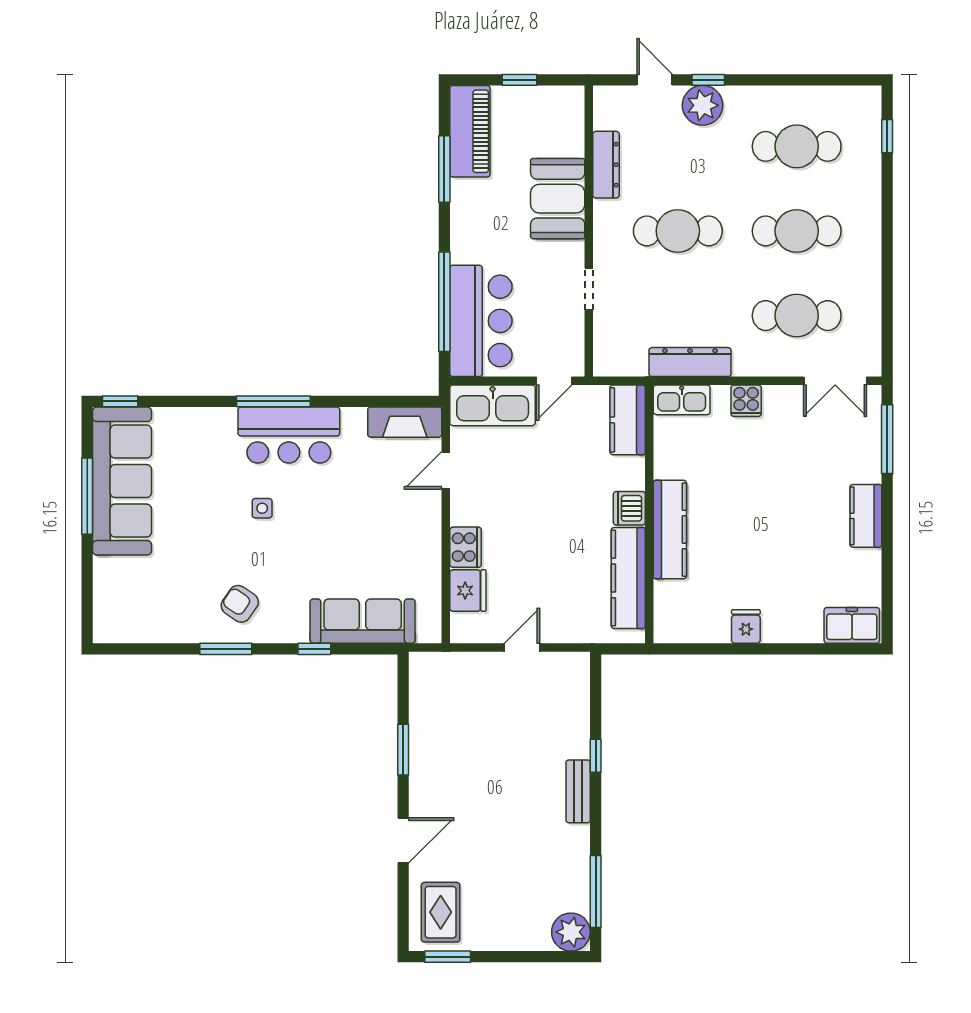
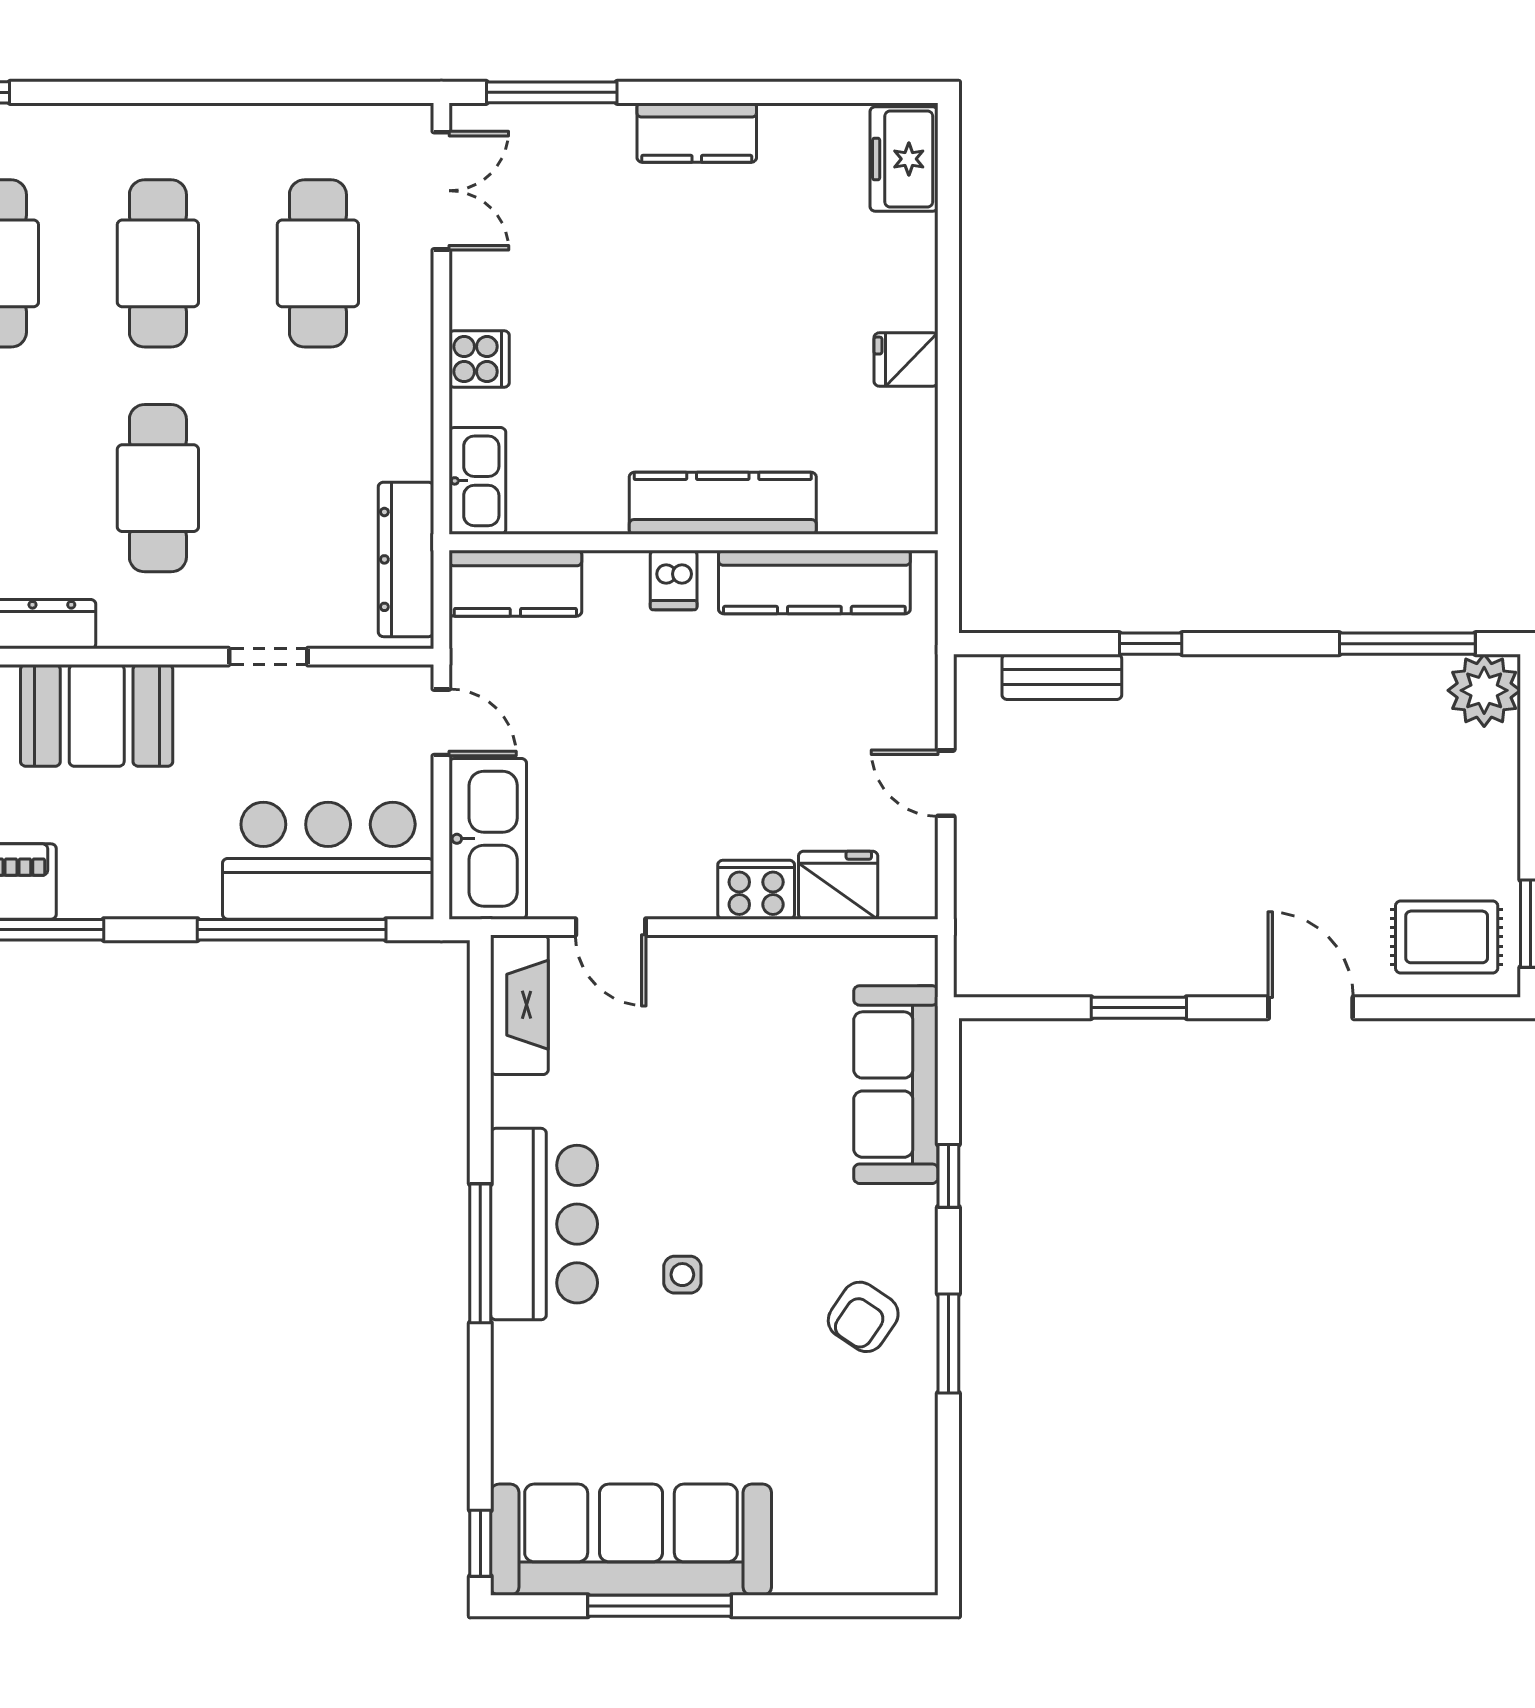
dresser: (690, 362) -> (406, 559), moved
dishwasher: (629, 508) -> (674, 580), width x0.73
bench: (578, 791) -> (1062, 677), moved

